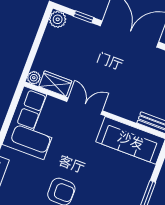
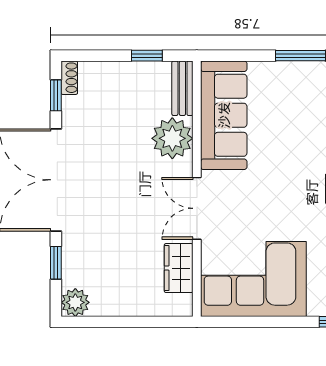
plant: (34, 78) -> (172, 138), moved, width x1.87, depth x1.87

